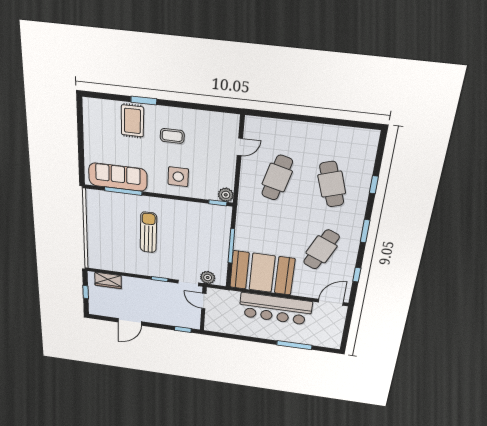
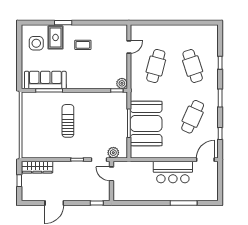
side table: (178, 177) -> (36, 43), moved
booth: (262, 273) -> (146, 124), moved, turned 90
wardrobe: (108, 280) -> (37, 167), width x1.50
bar counter: (275, 309) -> (173, 172), width x0.73

